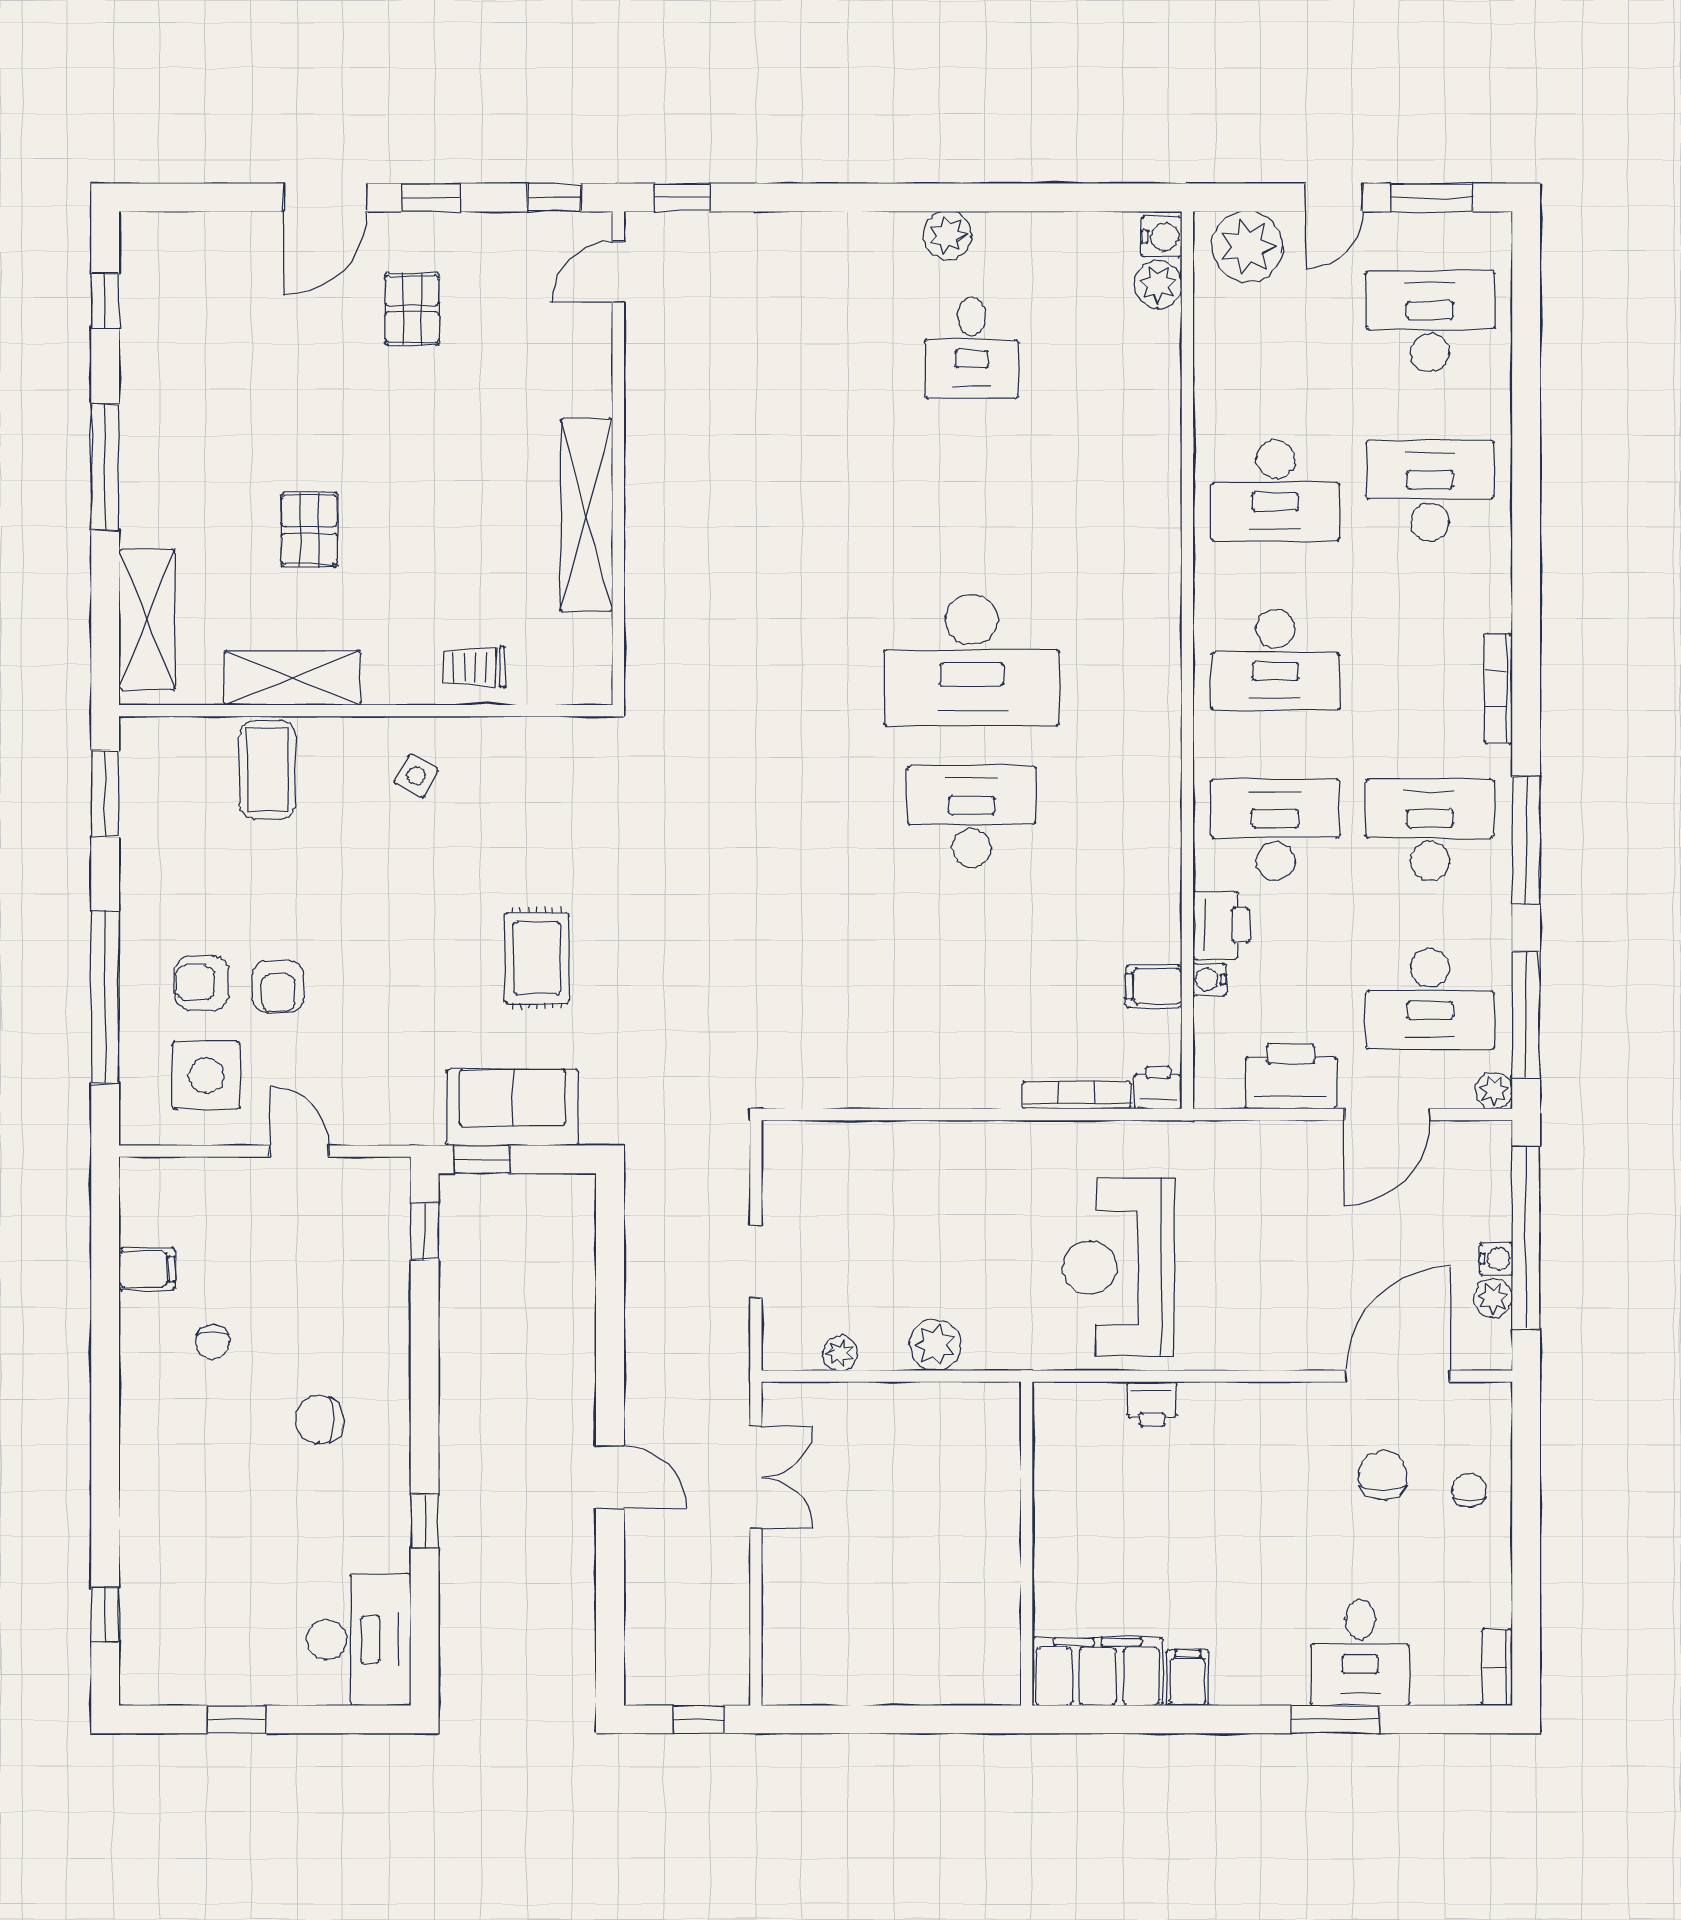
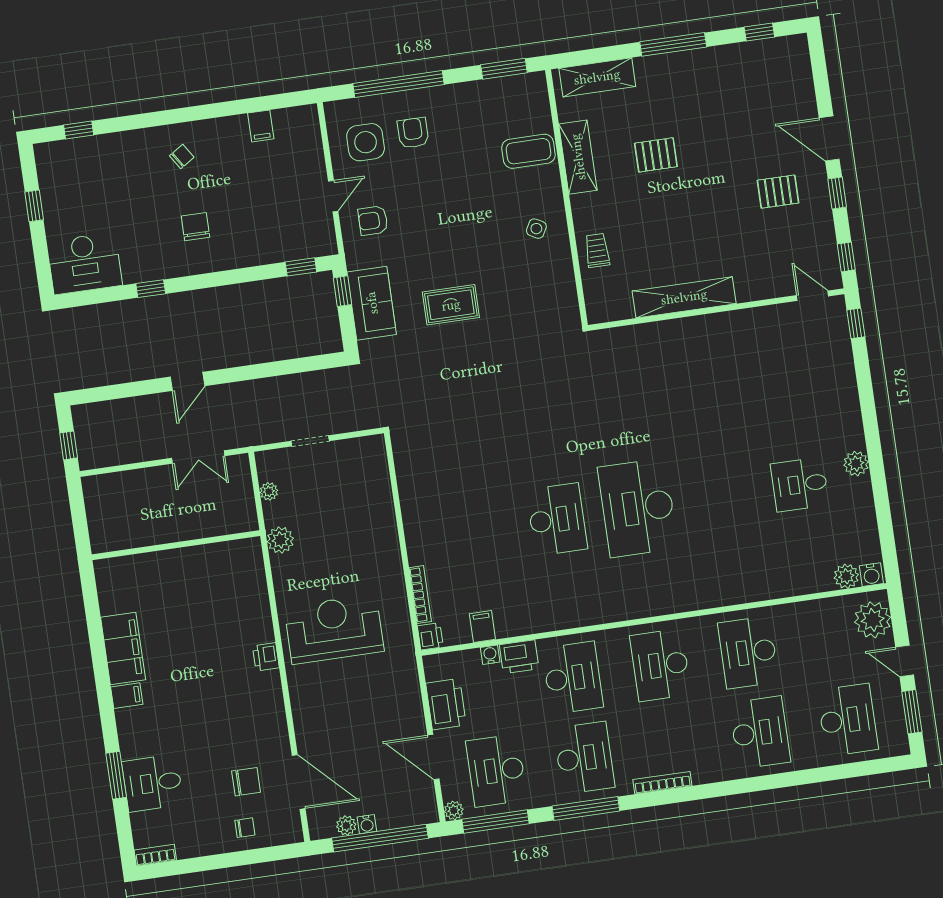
armchair: (278, 987) -> (373, 221), moved
chair: (212, 1342) -> (182, 156), moved, turned 147
wall: (1027, 1544) -> (176, 545), moved

